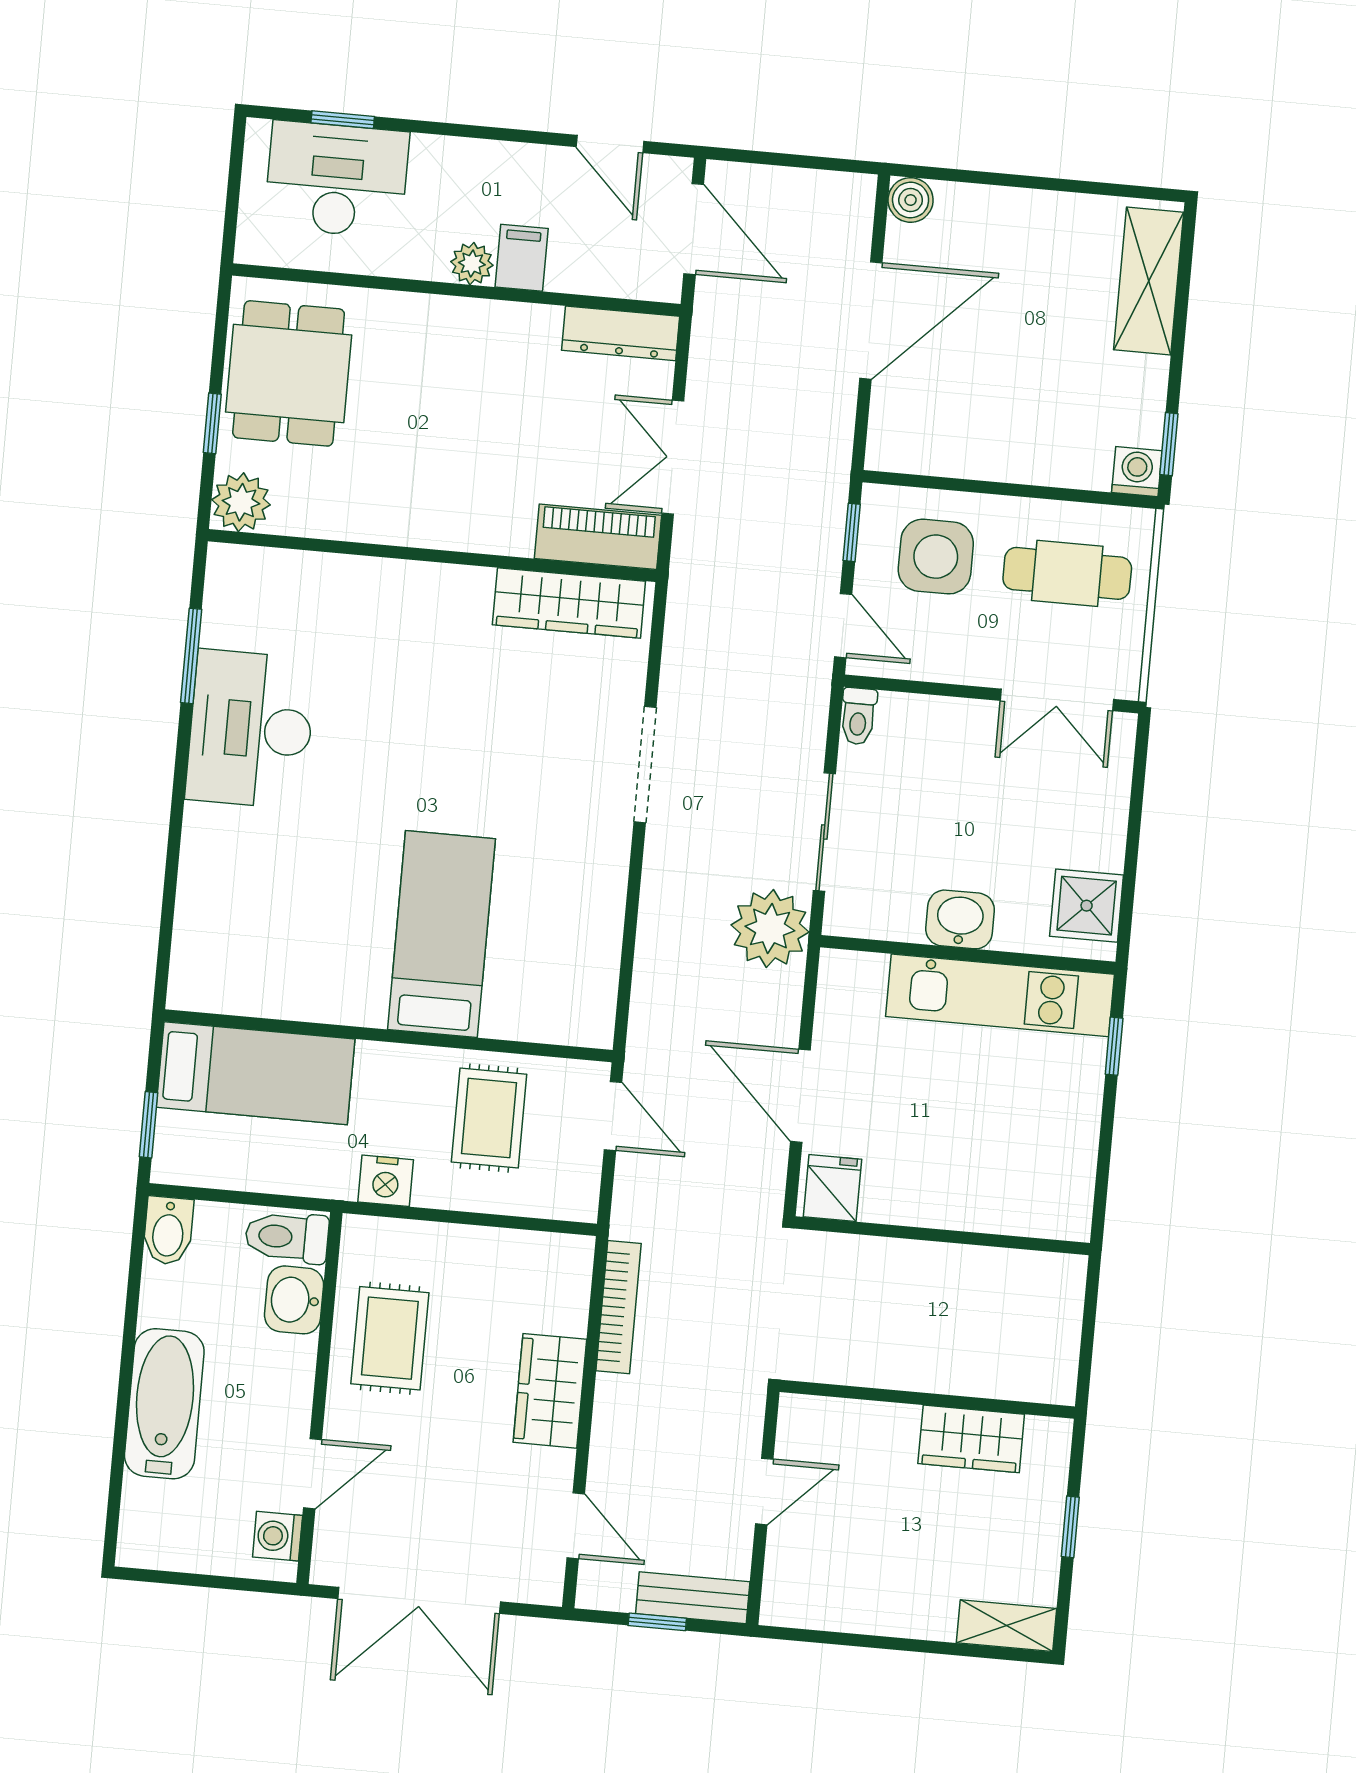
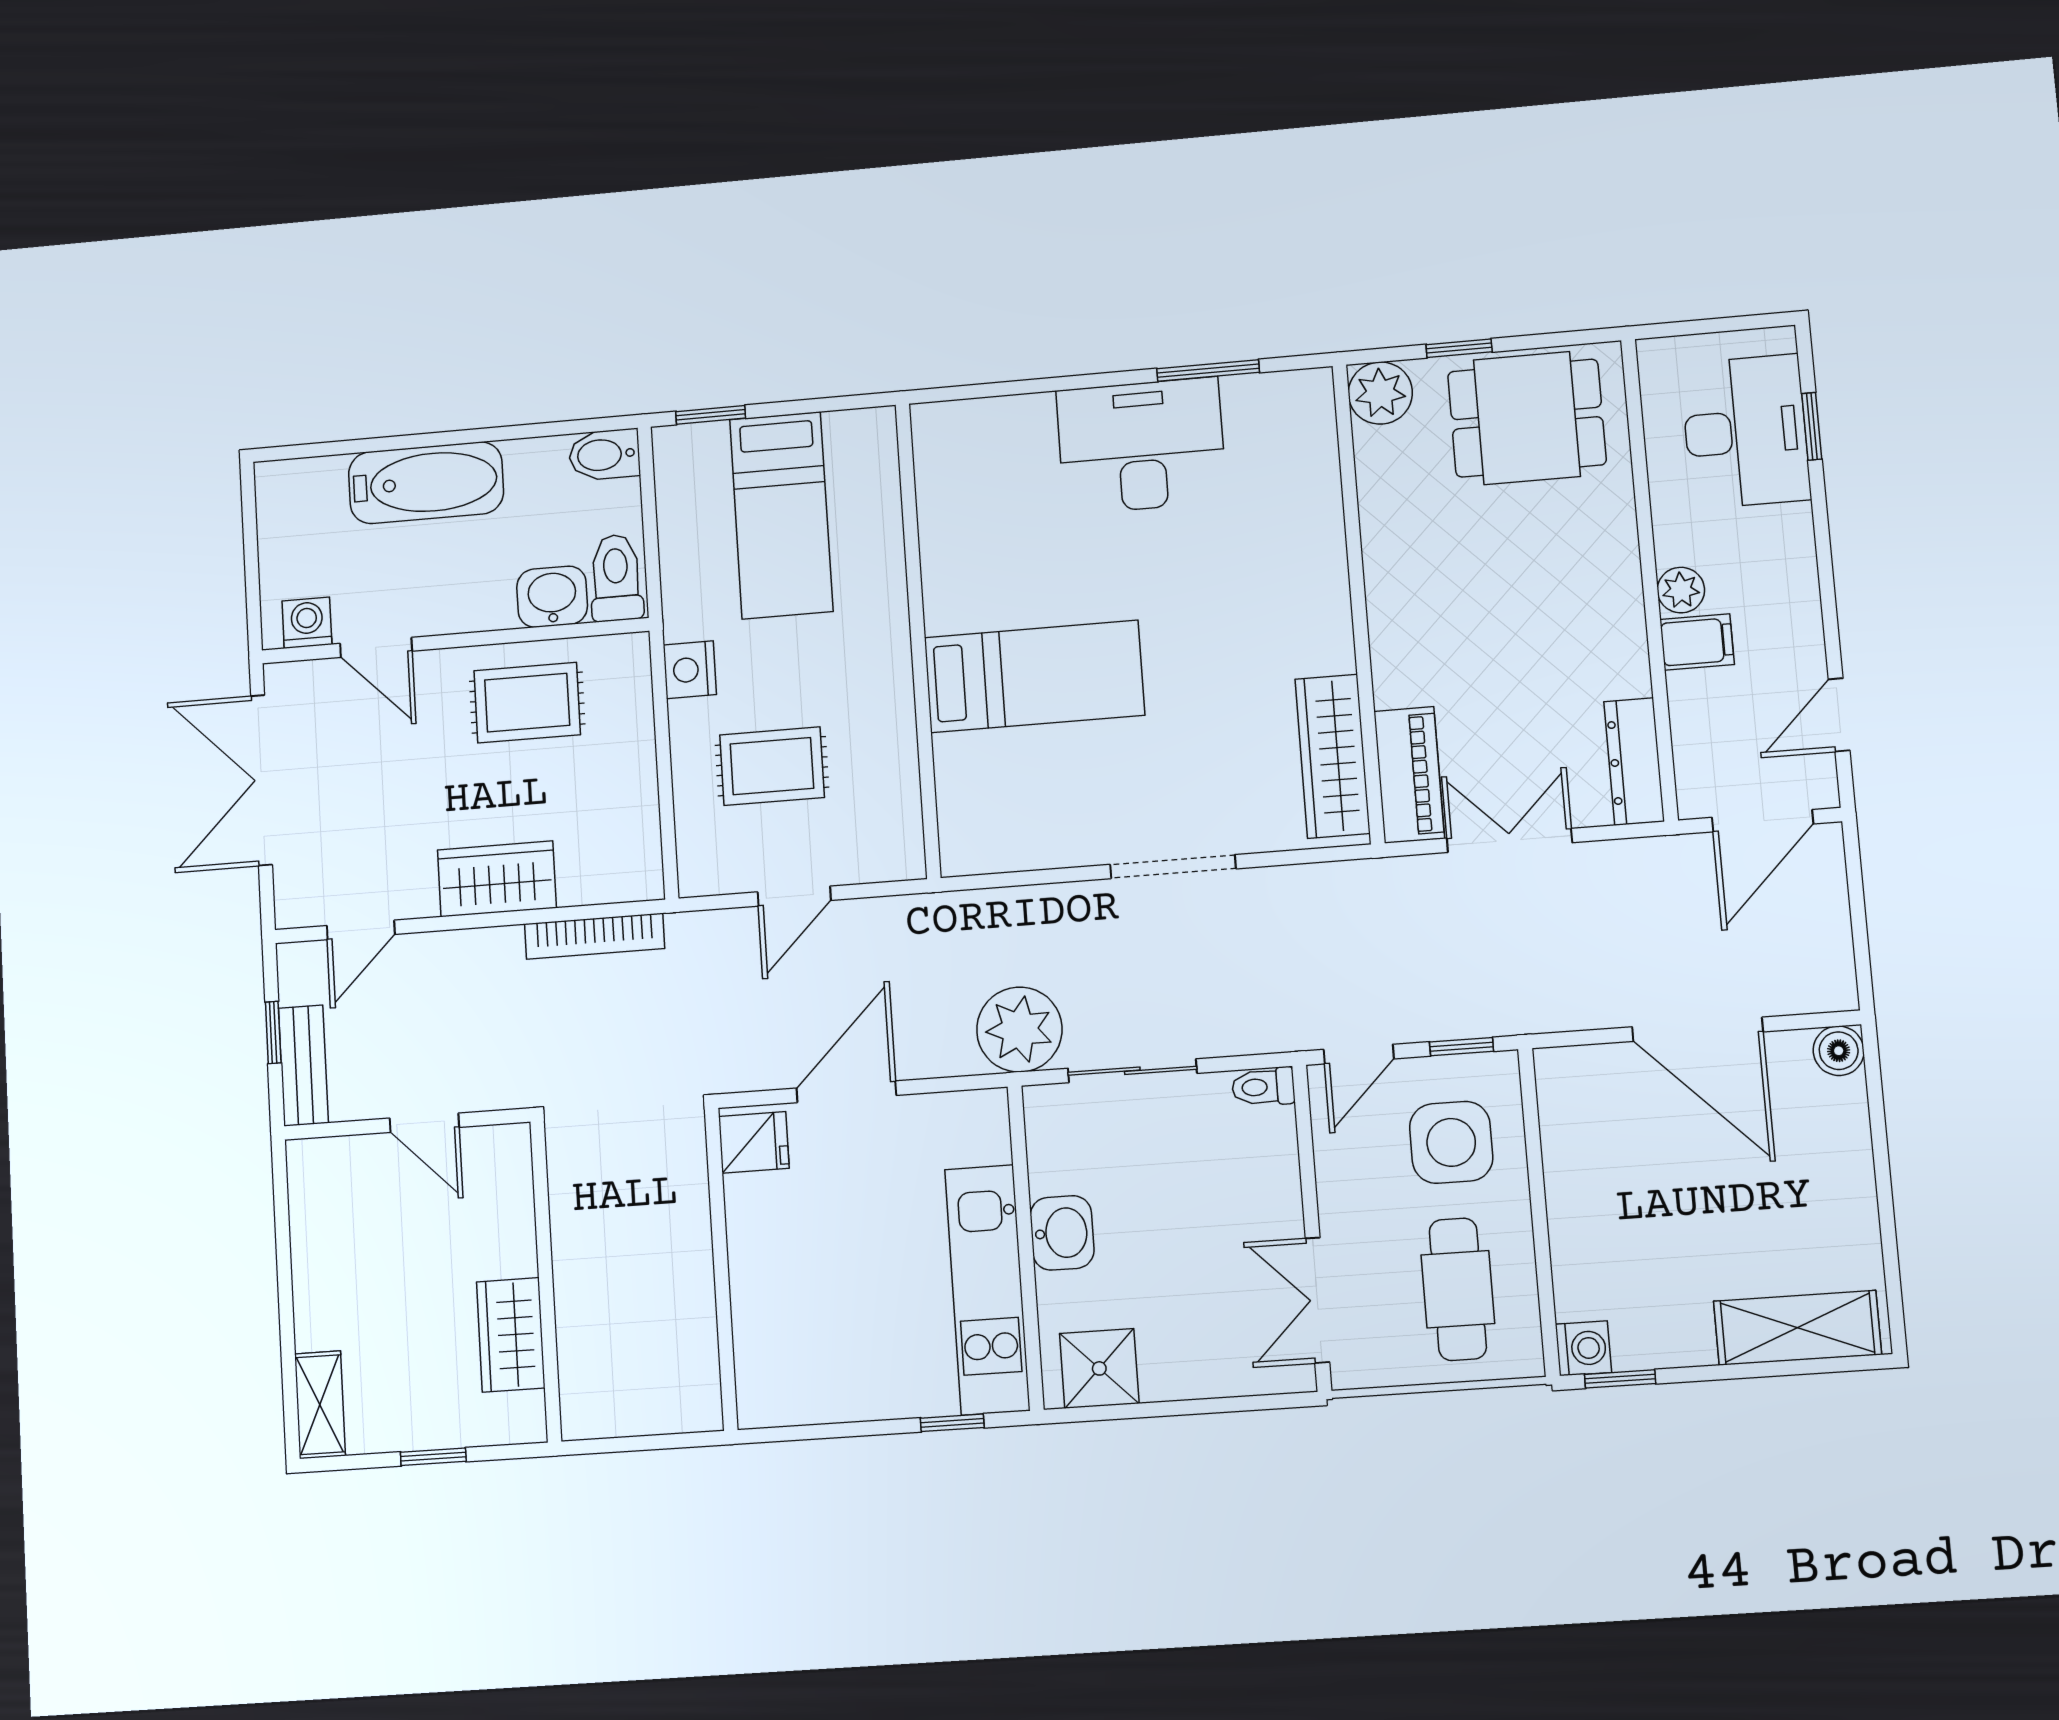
bed: (441, 934) -> (1034, 676), moved
wall: (388, 1036) -> (918, 640), moved

